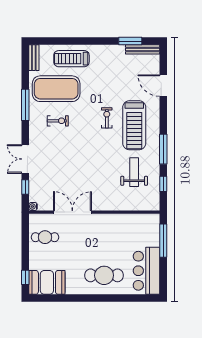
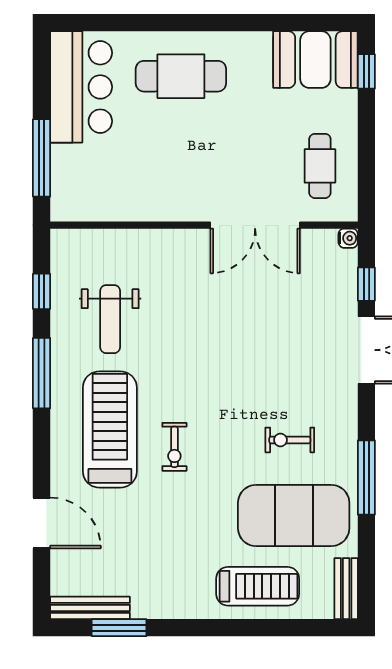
cafe table: (45, 237) -> (320, 166), turned 90

